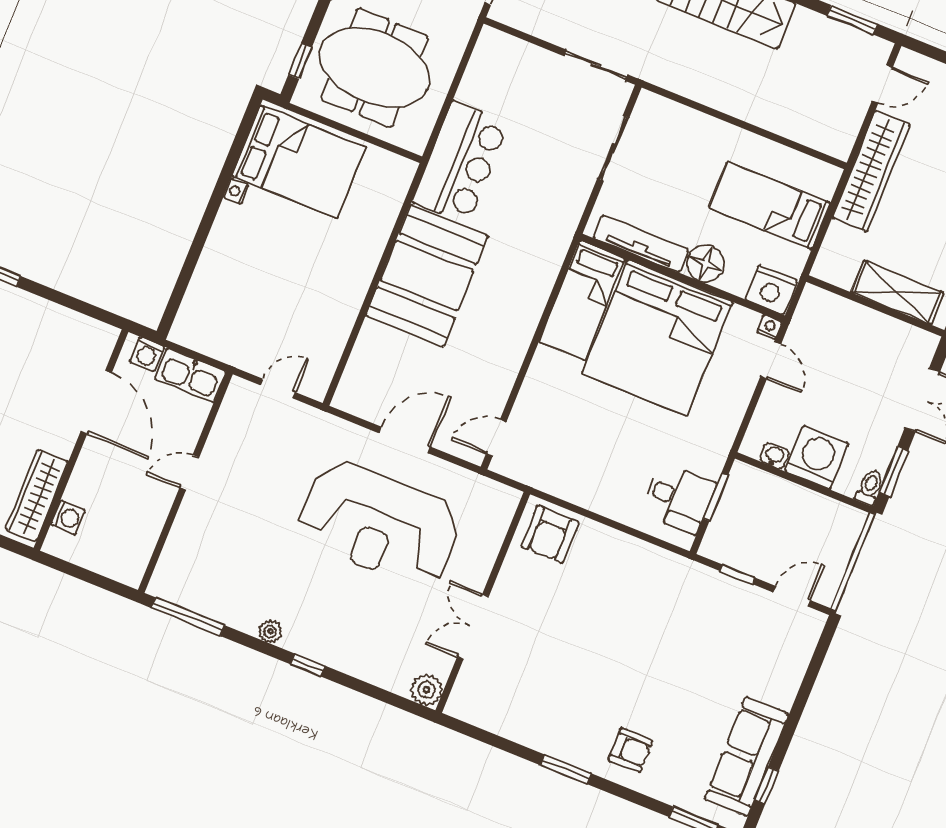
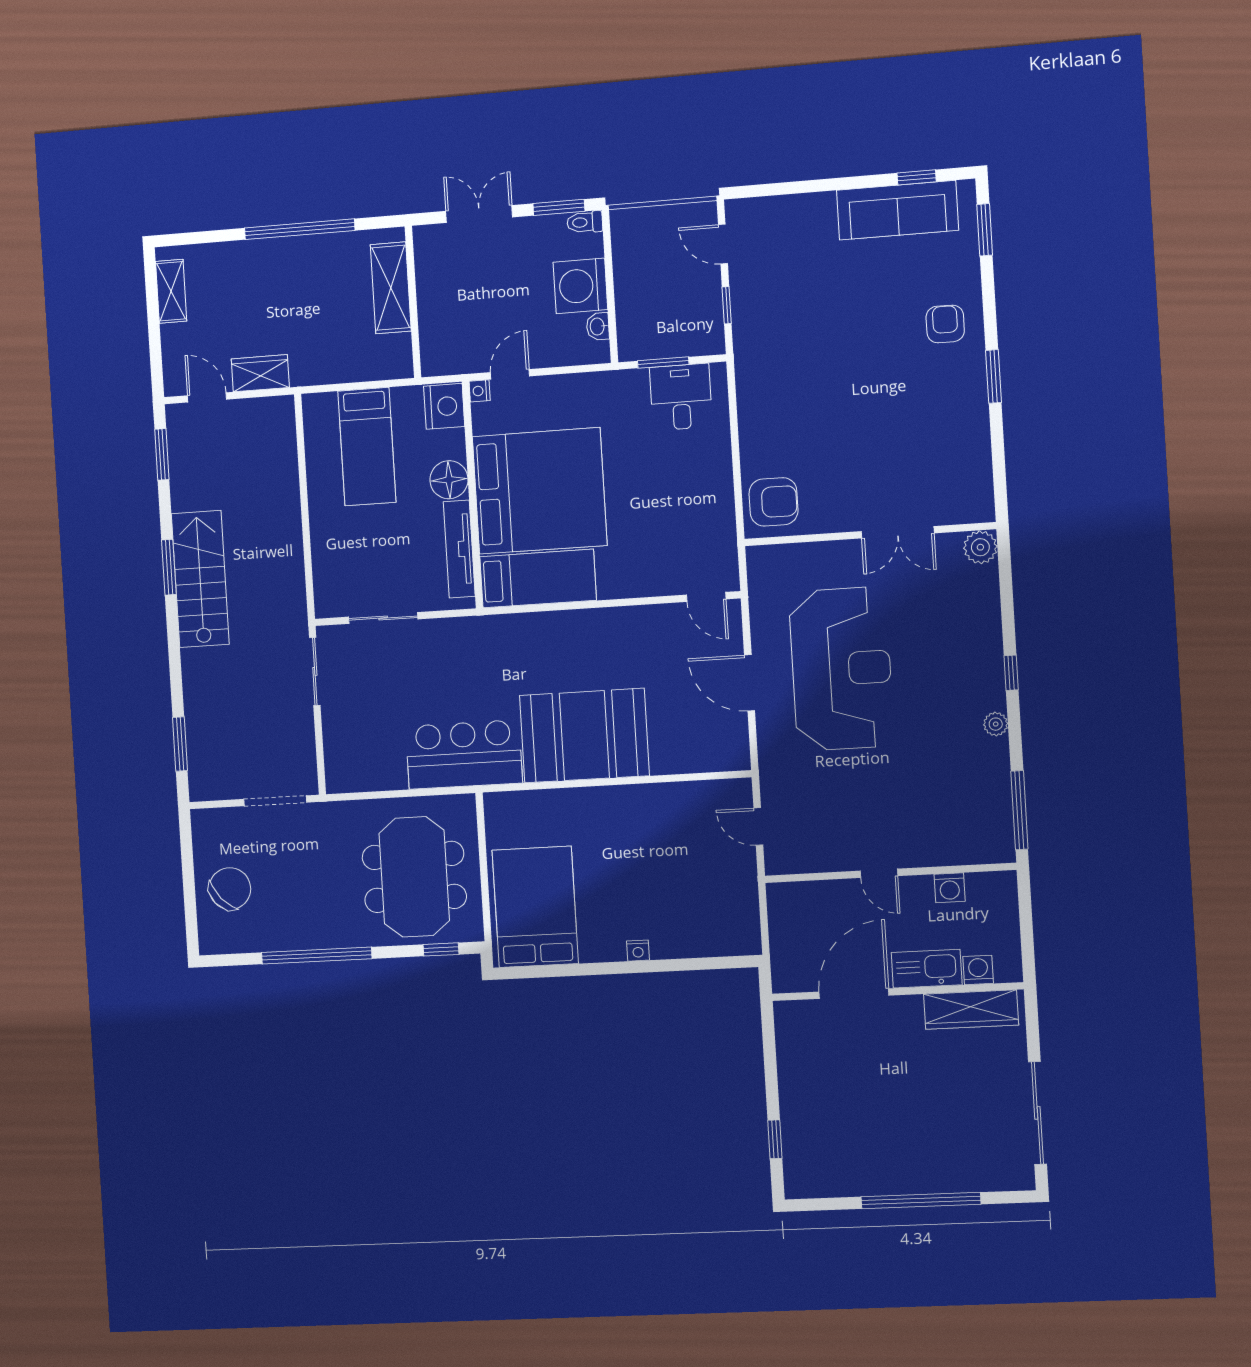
wardrobe: (871, 171) -> (260, 373), width x0.48, depth x0.85
nightstand: (236, 191) -> (638, 951), moved
washing machine: (147, 354) -> (950, 888), moved, turned 90
kitchen sink: (190, 375) -> (927, 969), moved, turned -90

